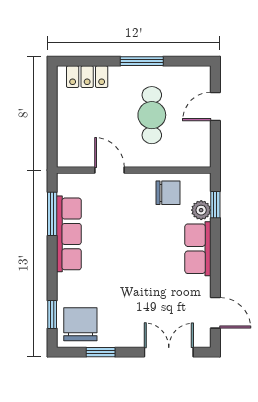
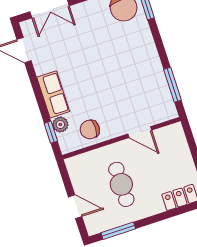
window: (142, 61) -> (118, 231), moved
door: (215, 107) -> (75, 207), hinge flipped
row of seats: (69, 234) -> (155, 74), removed

